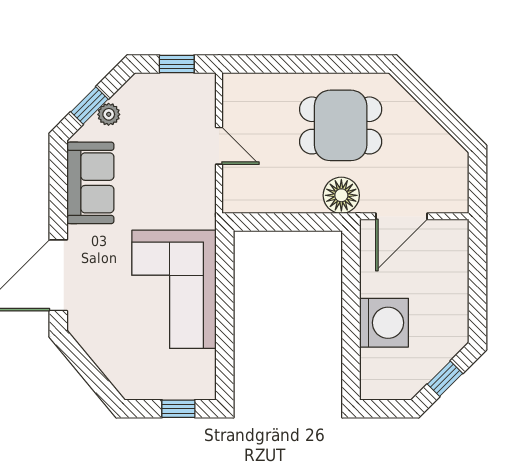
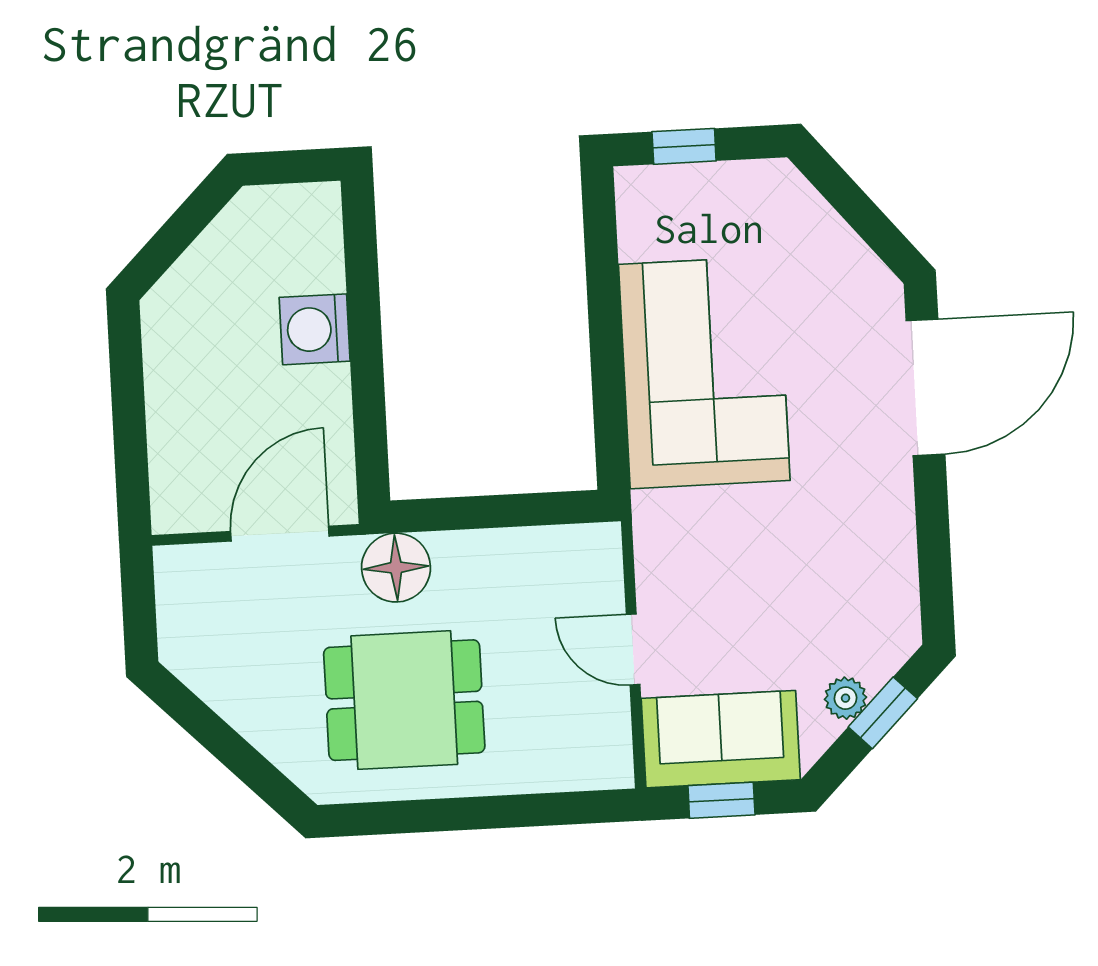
sofa: (90, 183) -> (721, 739), moved, turned 90
washing machine: (384, 323) -> (315, 329), width x0.73, depth x0.73
window: (445, 379) -> (181, 230), removed

